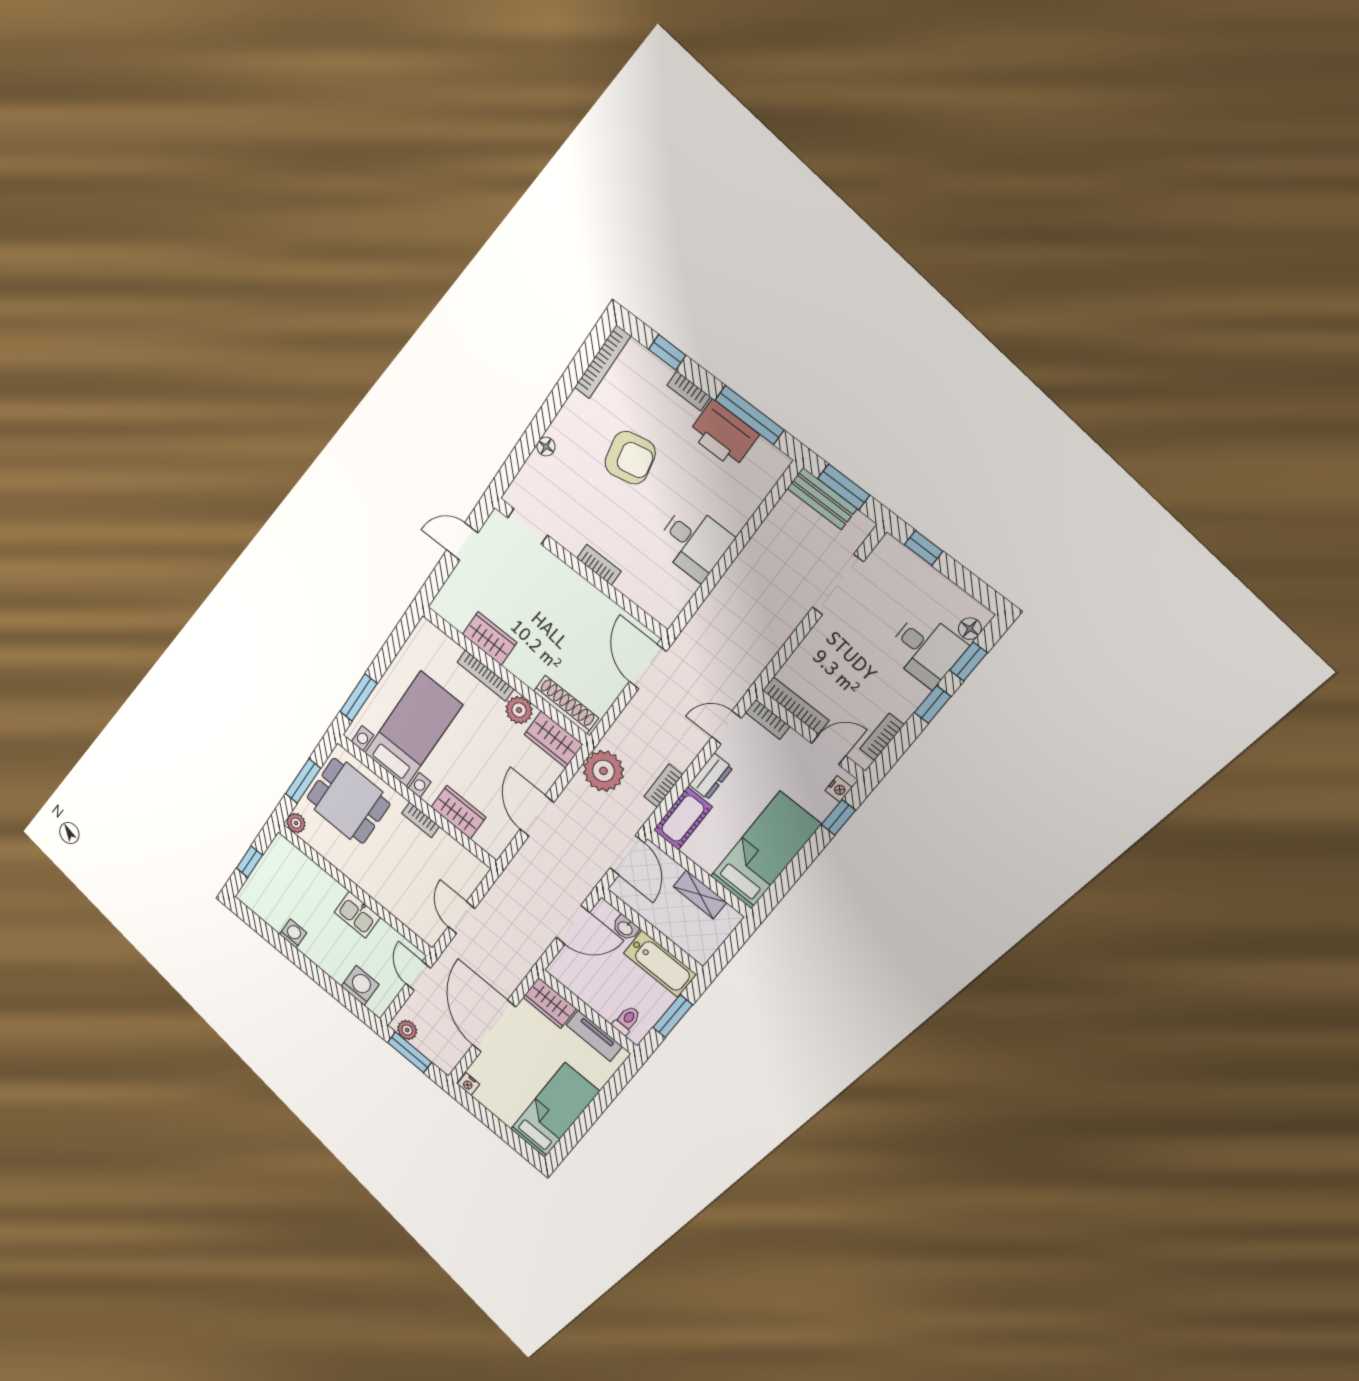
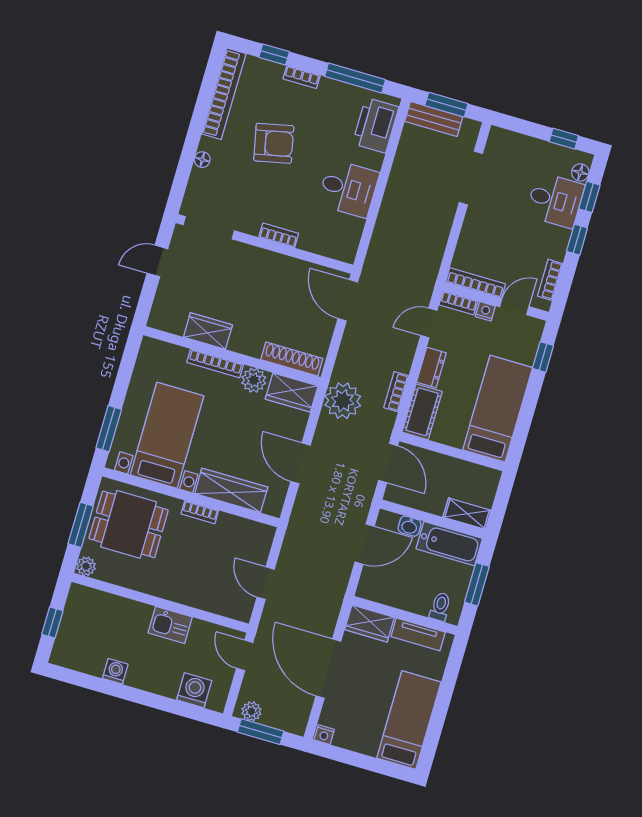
bookcase: (603, 362) -> (224, 94), width x1.48, depth x1.31
printer: (723, 434) -> (376, 125), moved, turned 90
doorway: (528, 526) -> (209, 228), width x1.38
window: (924, 548) -> (564, 139), moved
nightstand: (839, 789) -> (485, 311), moved, turned -90
wardrobe: (458, 812) -> (231, 490), width x1.50
shelving: (700, 895) -> (467, 514), moved

